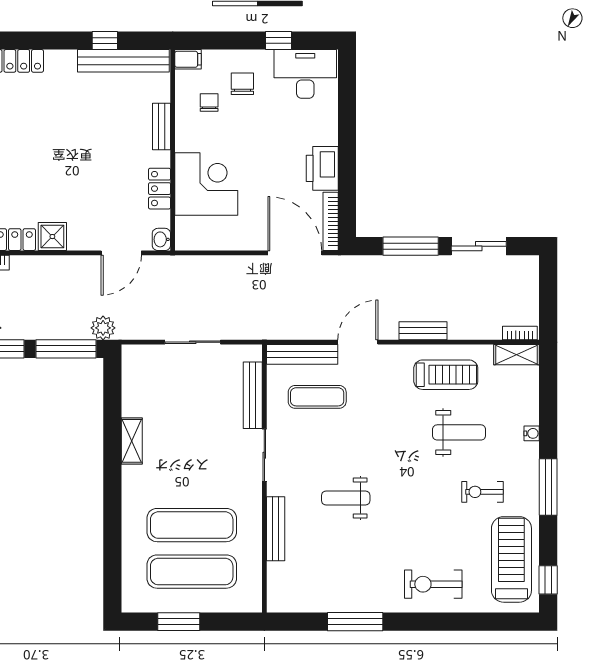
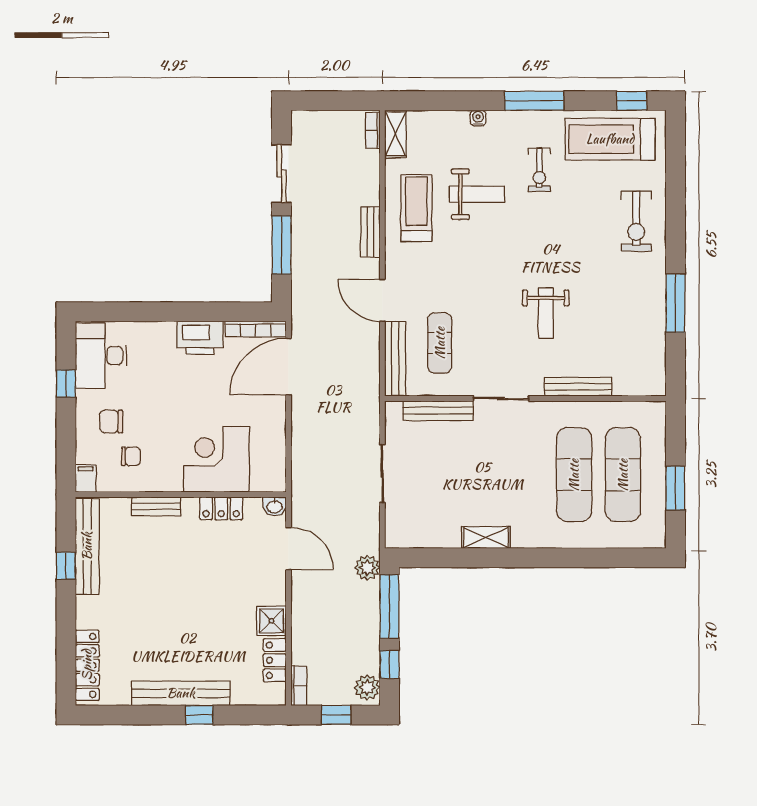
chair: (209, 102) -> (131, 456), turned 180
weight bench: (459, 432) -> (477, 194), turned 90

